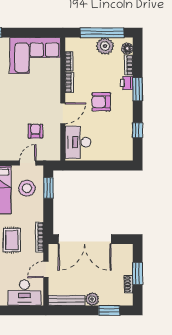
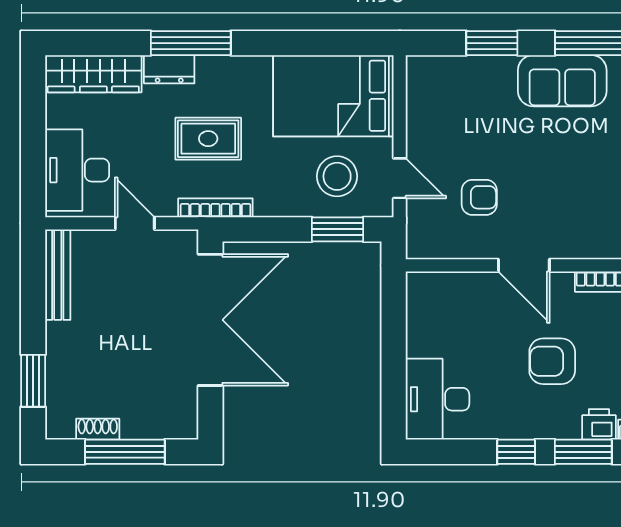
armchair: (101, 102) -> (552, 361), turned -90
window: (138, 130) -> (516, 452), moved
desk: (78, 142) -> (438, 399), moved, turned -90
double door: (85, 239) -> (210, 320), swing flipped
window: (138, 273) -> (125, 452), width x1.44
plant: (92, 299) -> (61, 339), removed

